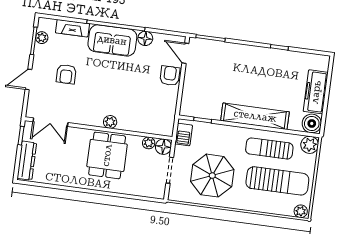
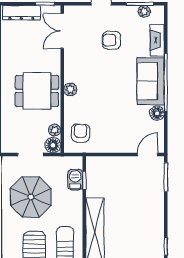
armchair: (170, 76) -> (81, 133), moved, turned -90
barbecue: (184, 135) -> (75, 180), moved, turned 90

